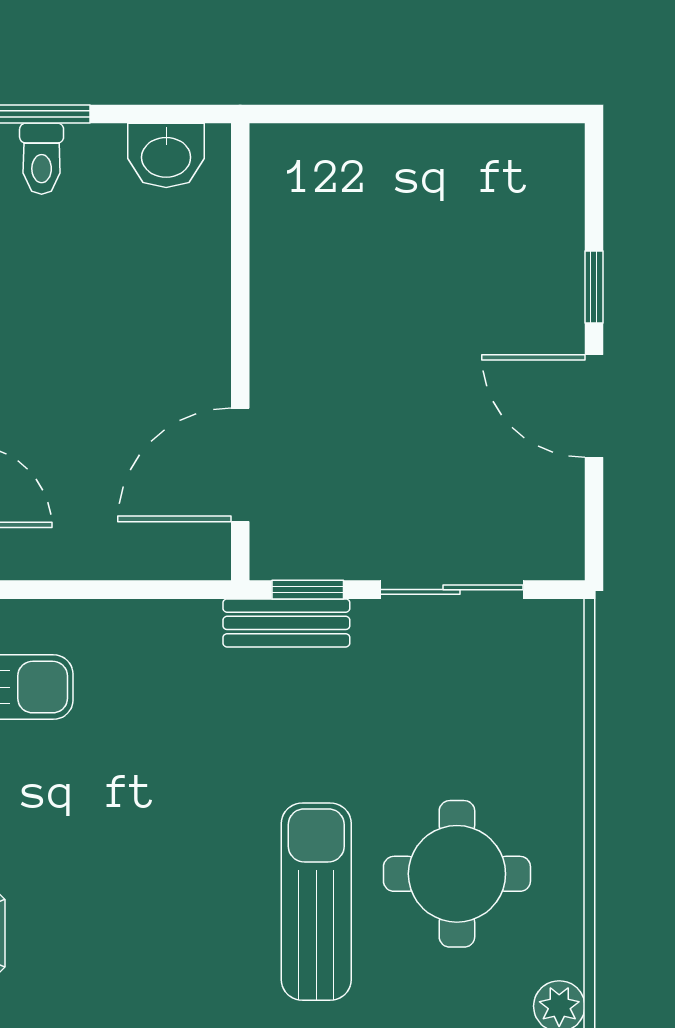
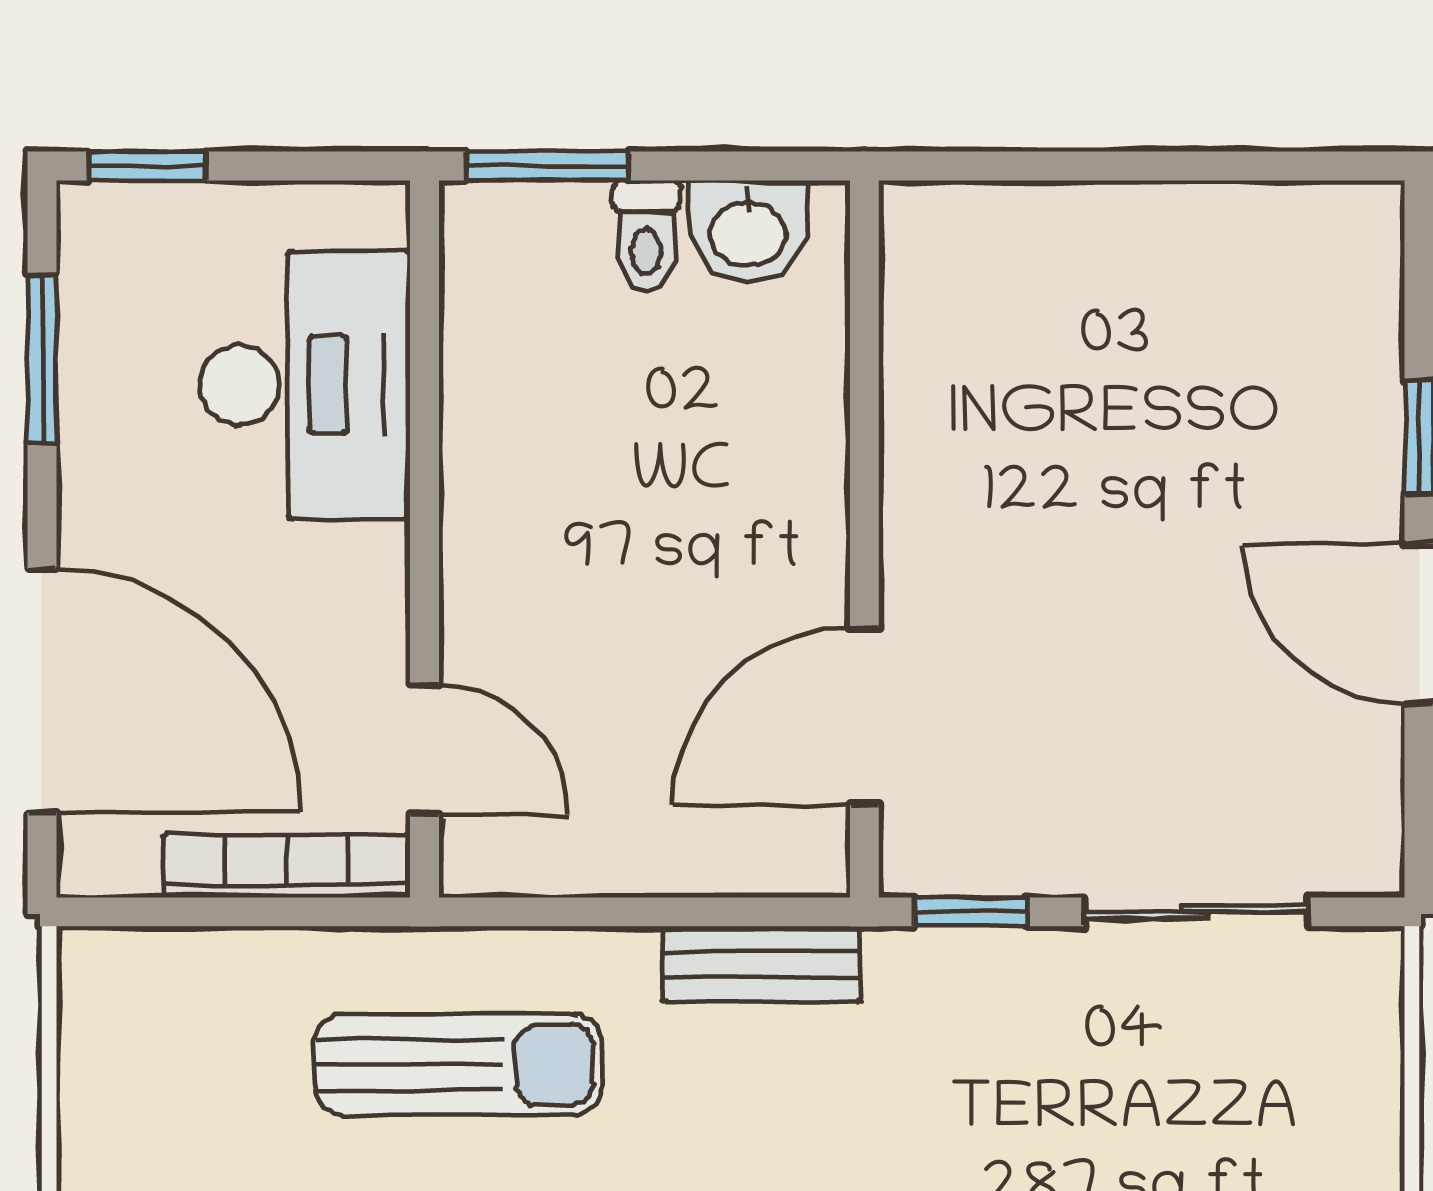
toilet: (42, 159) -> (646, 236), moved
bench: (286, 623) -> (762, 964), moved

